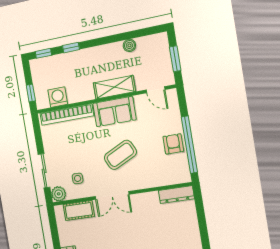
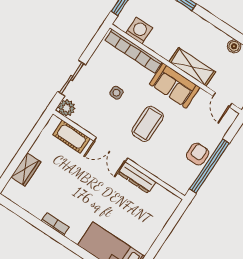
coffee table: (120, 155) -> (148, 124), turned -64
side table: (78, 178) -> (116, 93), moved
dresser: (176, 195) -> (137, 178), moved

